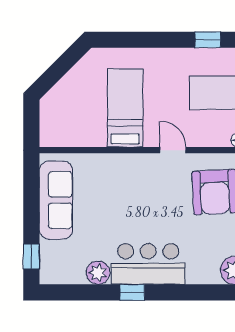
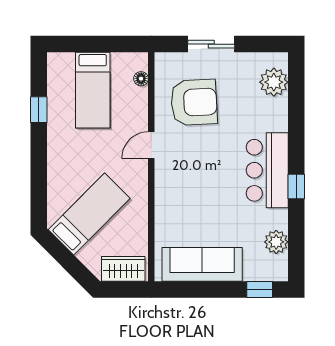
bed: (125, 108) -> (89, 214), moved, turned 135
wardrobe: (52, 123) -> (123, 269), added
plant: (98, 273) -> (276, 242), moved

